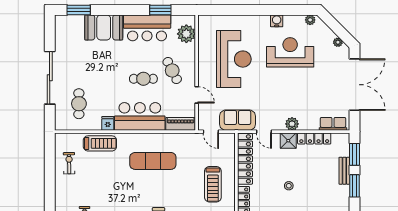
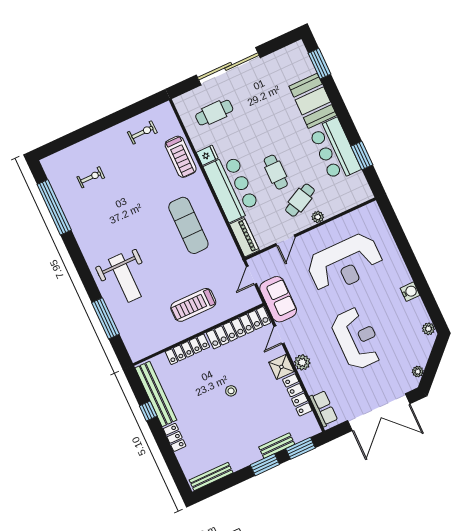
plant: (186, 34) -> (318, 217), moved, width x0.53, depth x0.53
reception desk: (290, 52) -> (357, 338), moved

